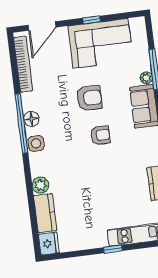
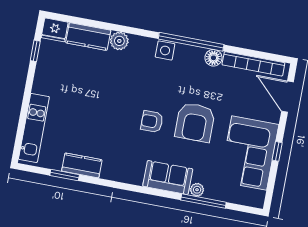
armchair: (89, 98) -> (195, 122), width x1.36, depth x1.36
floor lamp: (31, 119) -> (213, 58), moved
armchair: (100, 135) -> (152, 122), turned 90
window: (113, 249) -> (35, 51), moved

